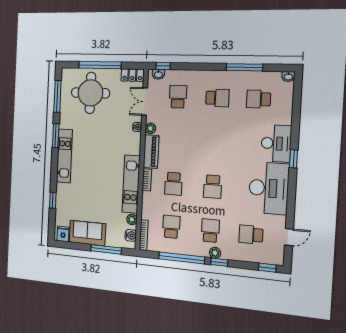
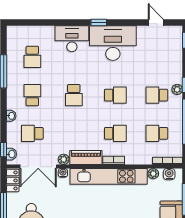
washbasin: (288, 77) -> (11, 116), moved
double door: (145, 102) -> (38, 167), width x1.37
window: (294, 159) -> (99, 22), moved
kitchen unit: (131, 184) -> (109, 176), width x1.36
school desk: (251, 235) -> (74, 95), moved

